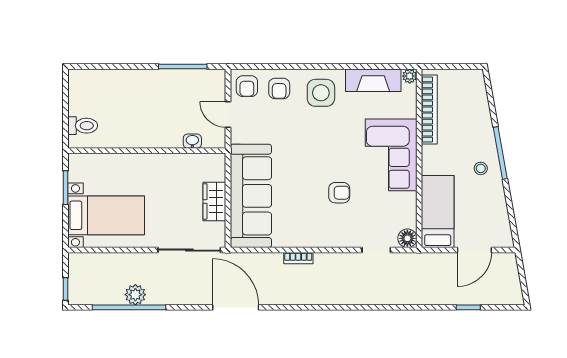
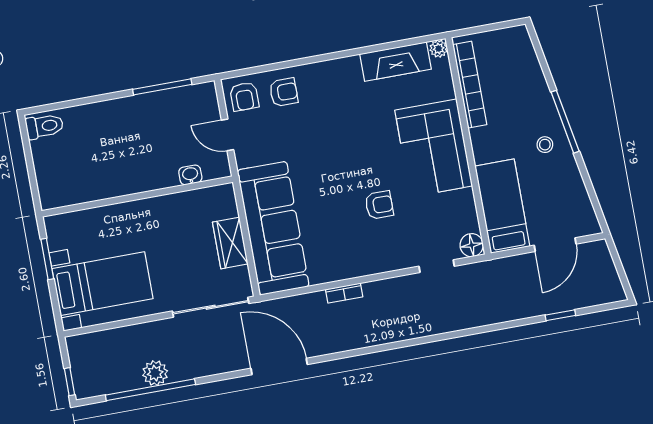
armchair: (279, 88) -> (284, 92), turned -90
side table: (321, 93) -> (335, 88), removed
toilet: (83, 126) -> (44, 126), moved

